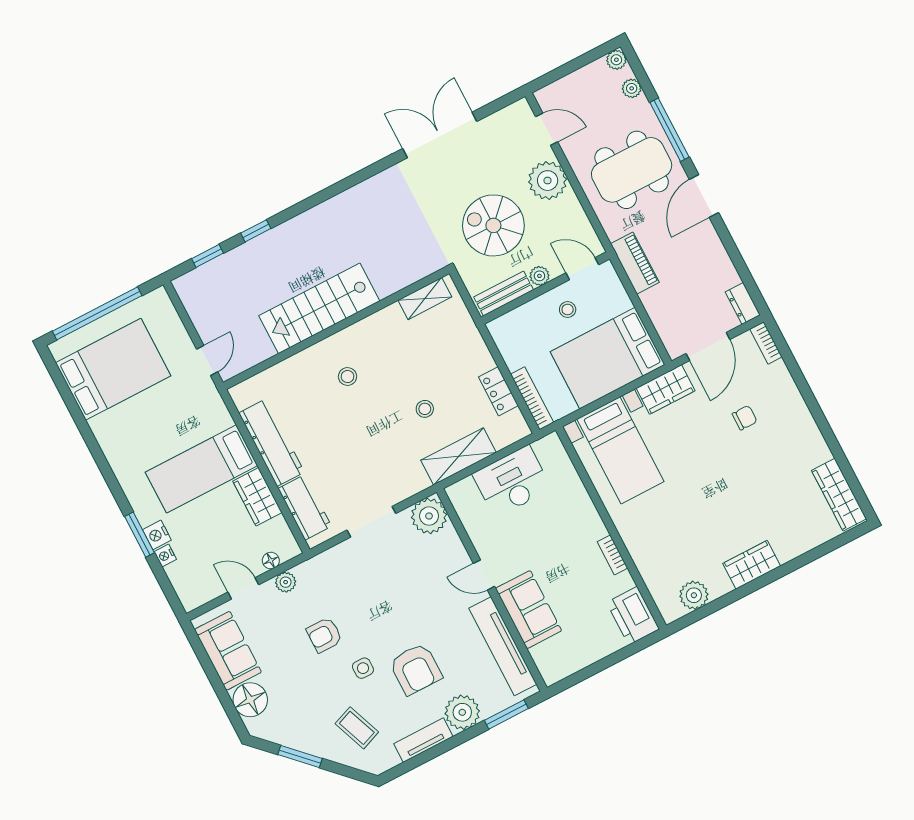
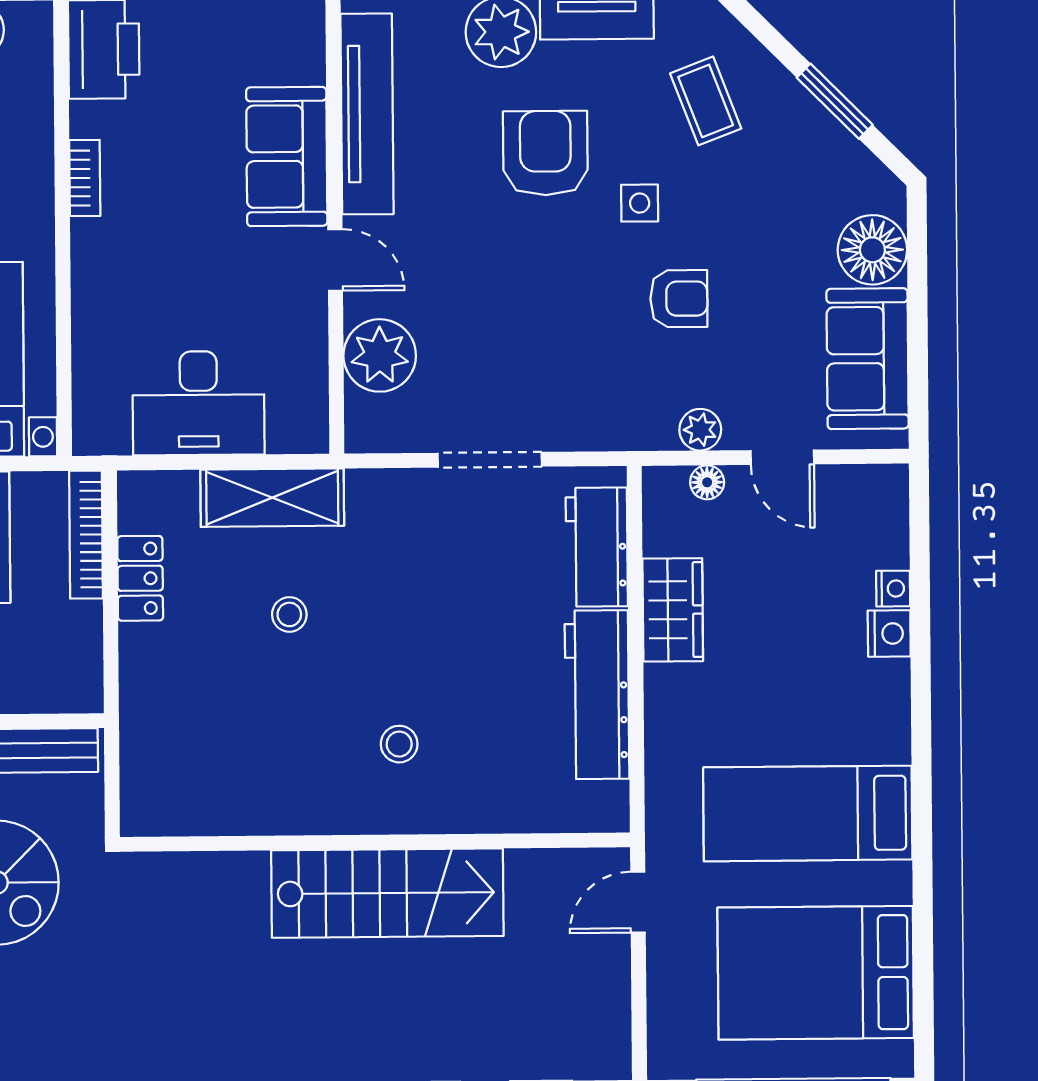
shelving: (425, 299) -> (188, 814), removed
bed: (201, 469) -> (808, 813), moved, turned 180
plant: (429, 516) -> (380, 355), moved
window: (139, 535) -> (921, 650), removed

